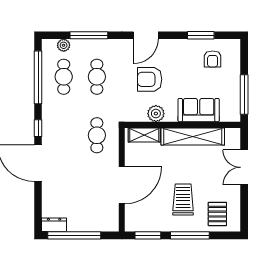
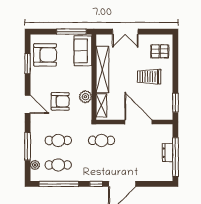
armchair: (213, 59) -> (45, 55), width x1.88, depth x1.88
armchair: (150, 79) -> (60, 101), turned -90
sofa: (199, 110) -> (83, 51), moved
dresser: (54, 225) -> (168, 153), moved
window: (190, 235) -> (175, 72), removed

